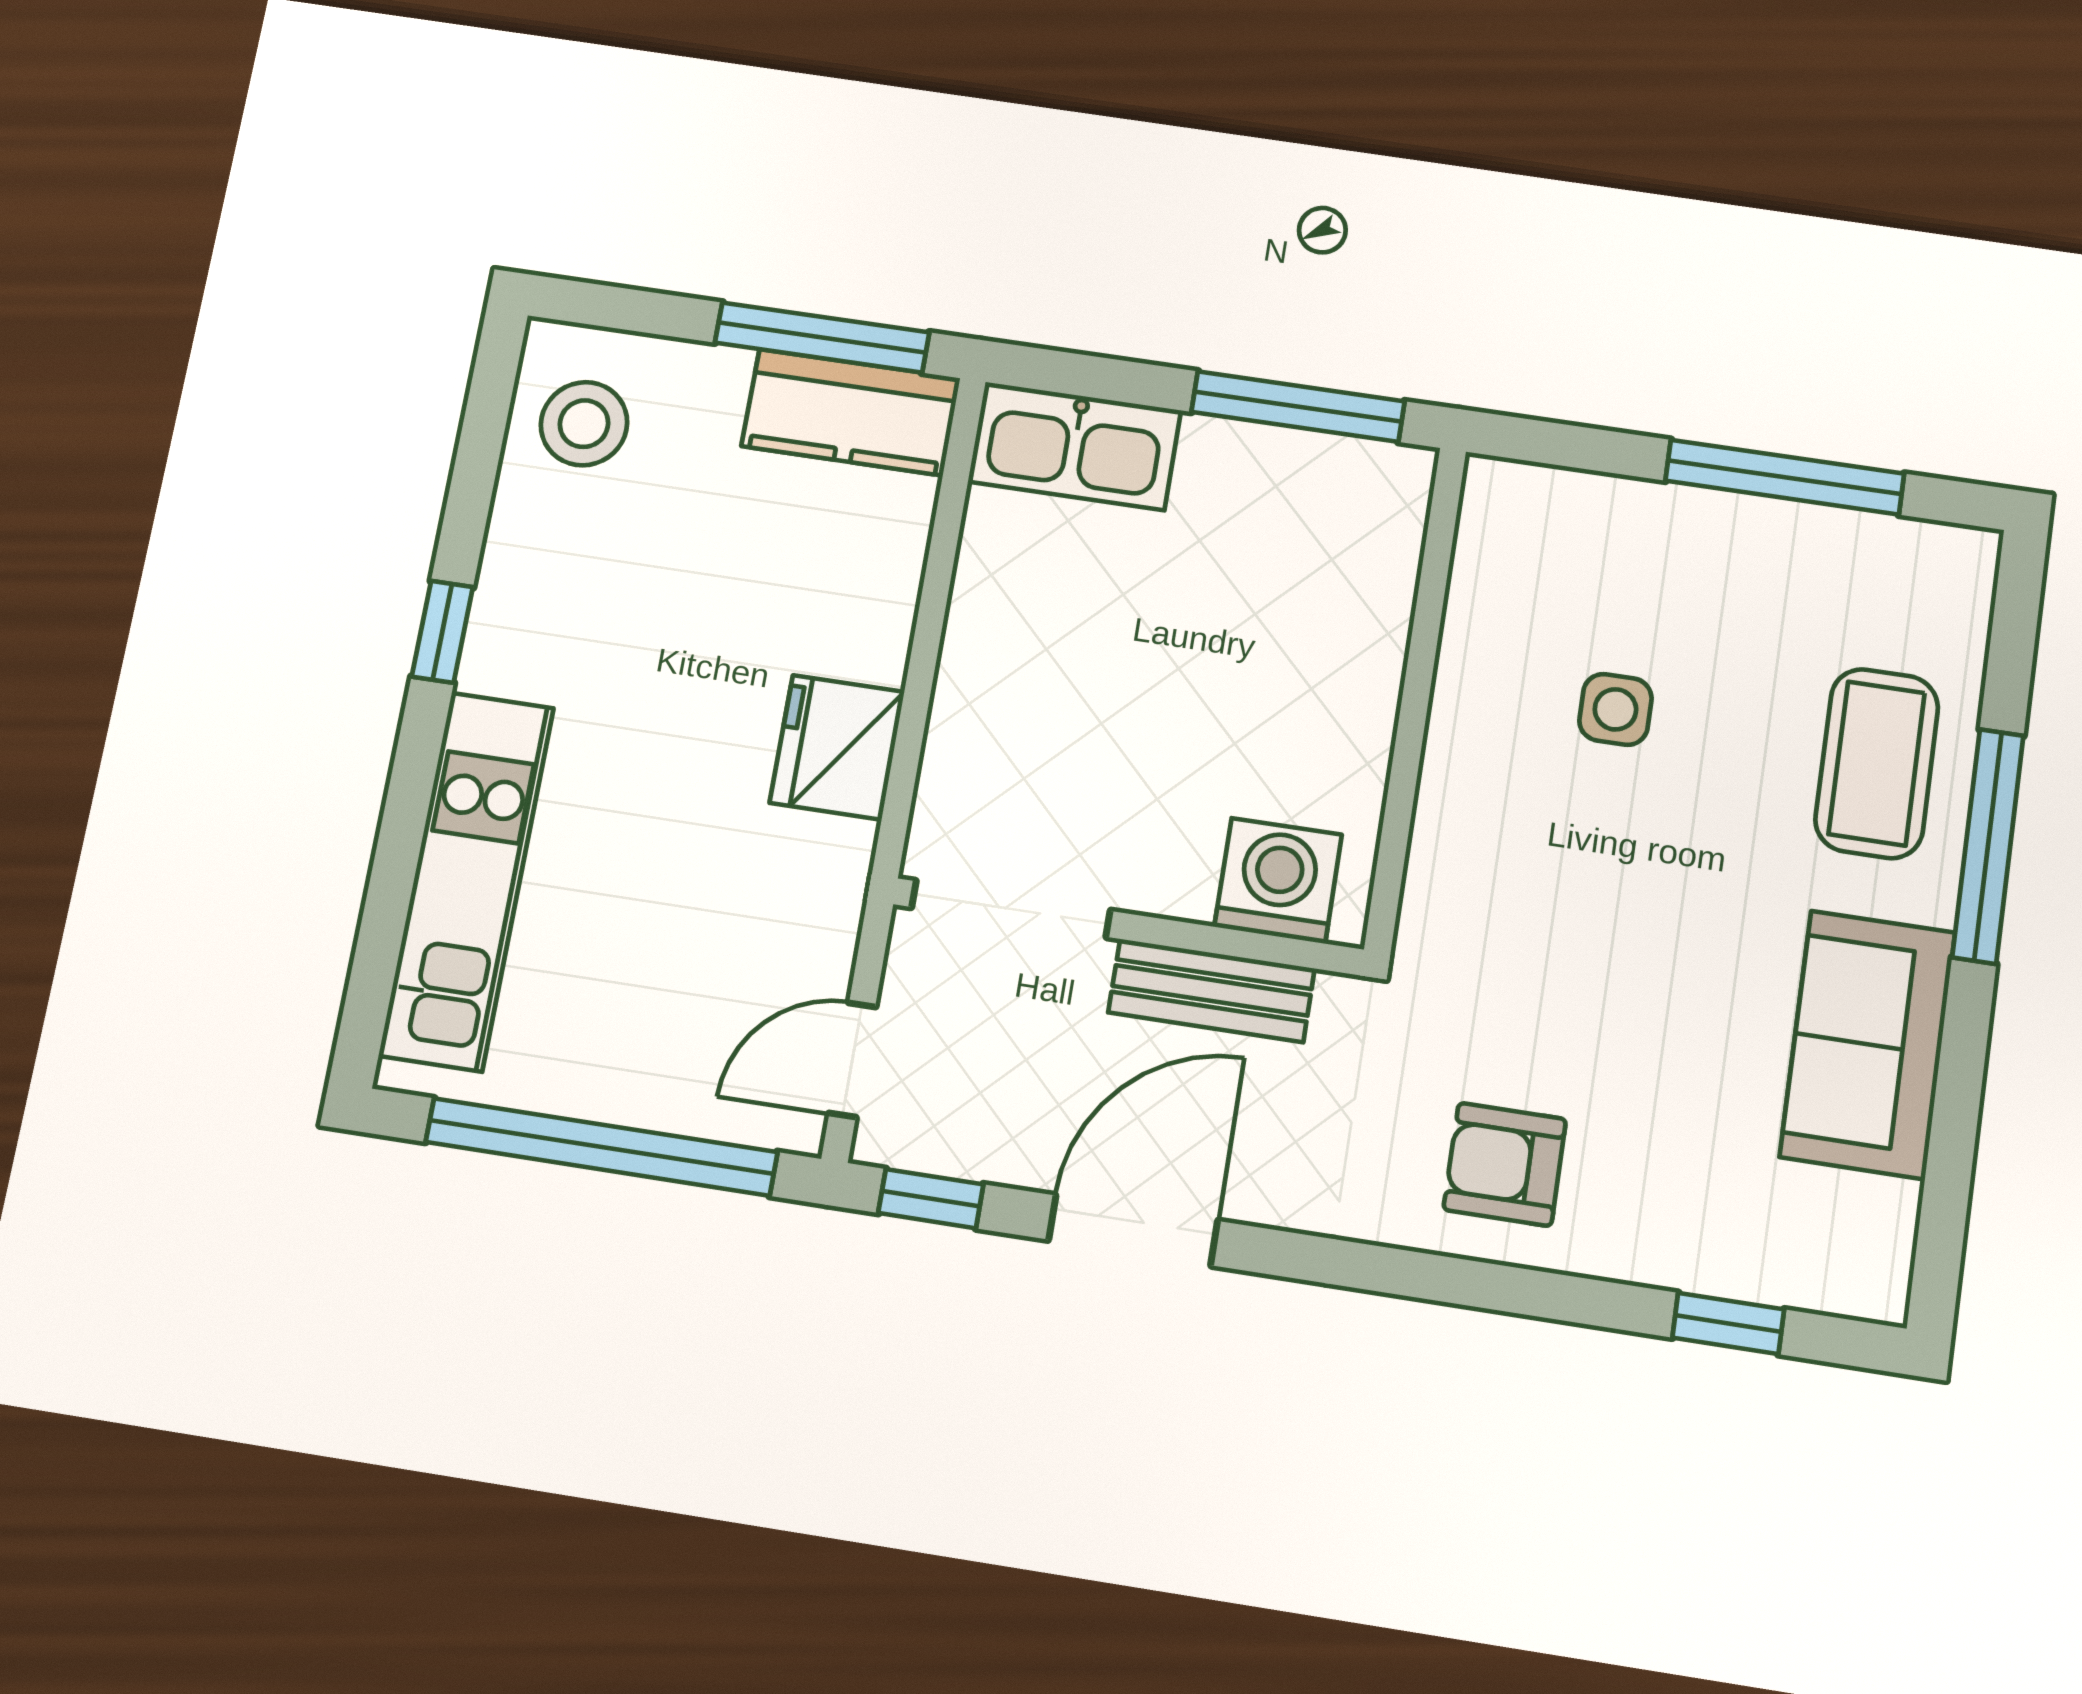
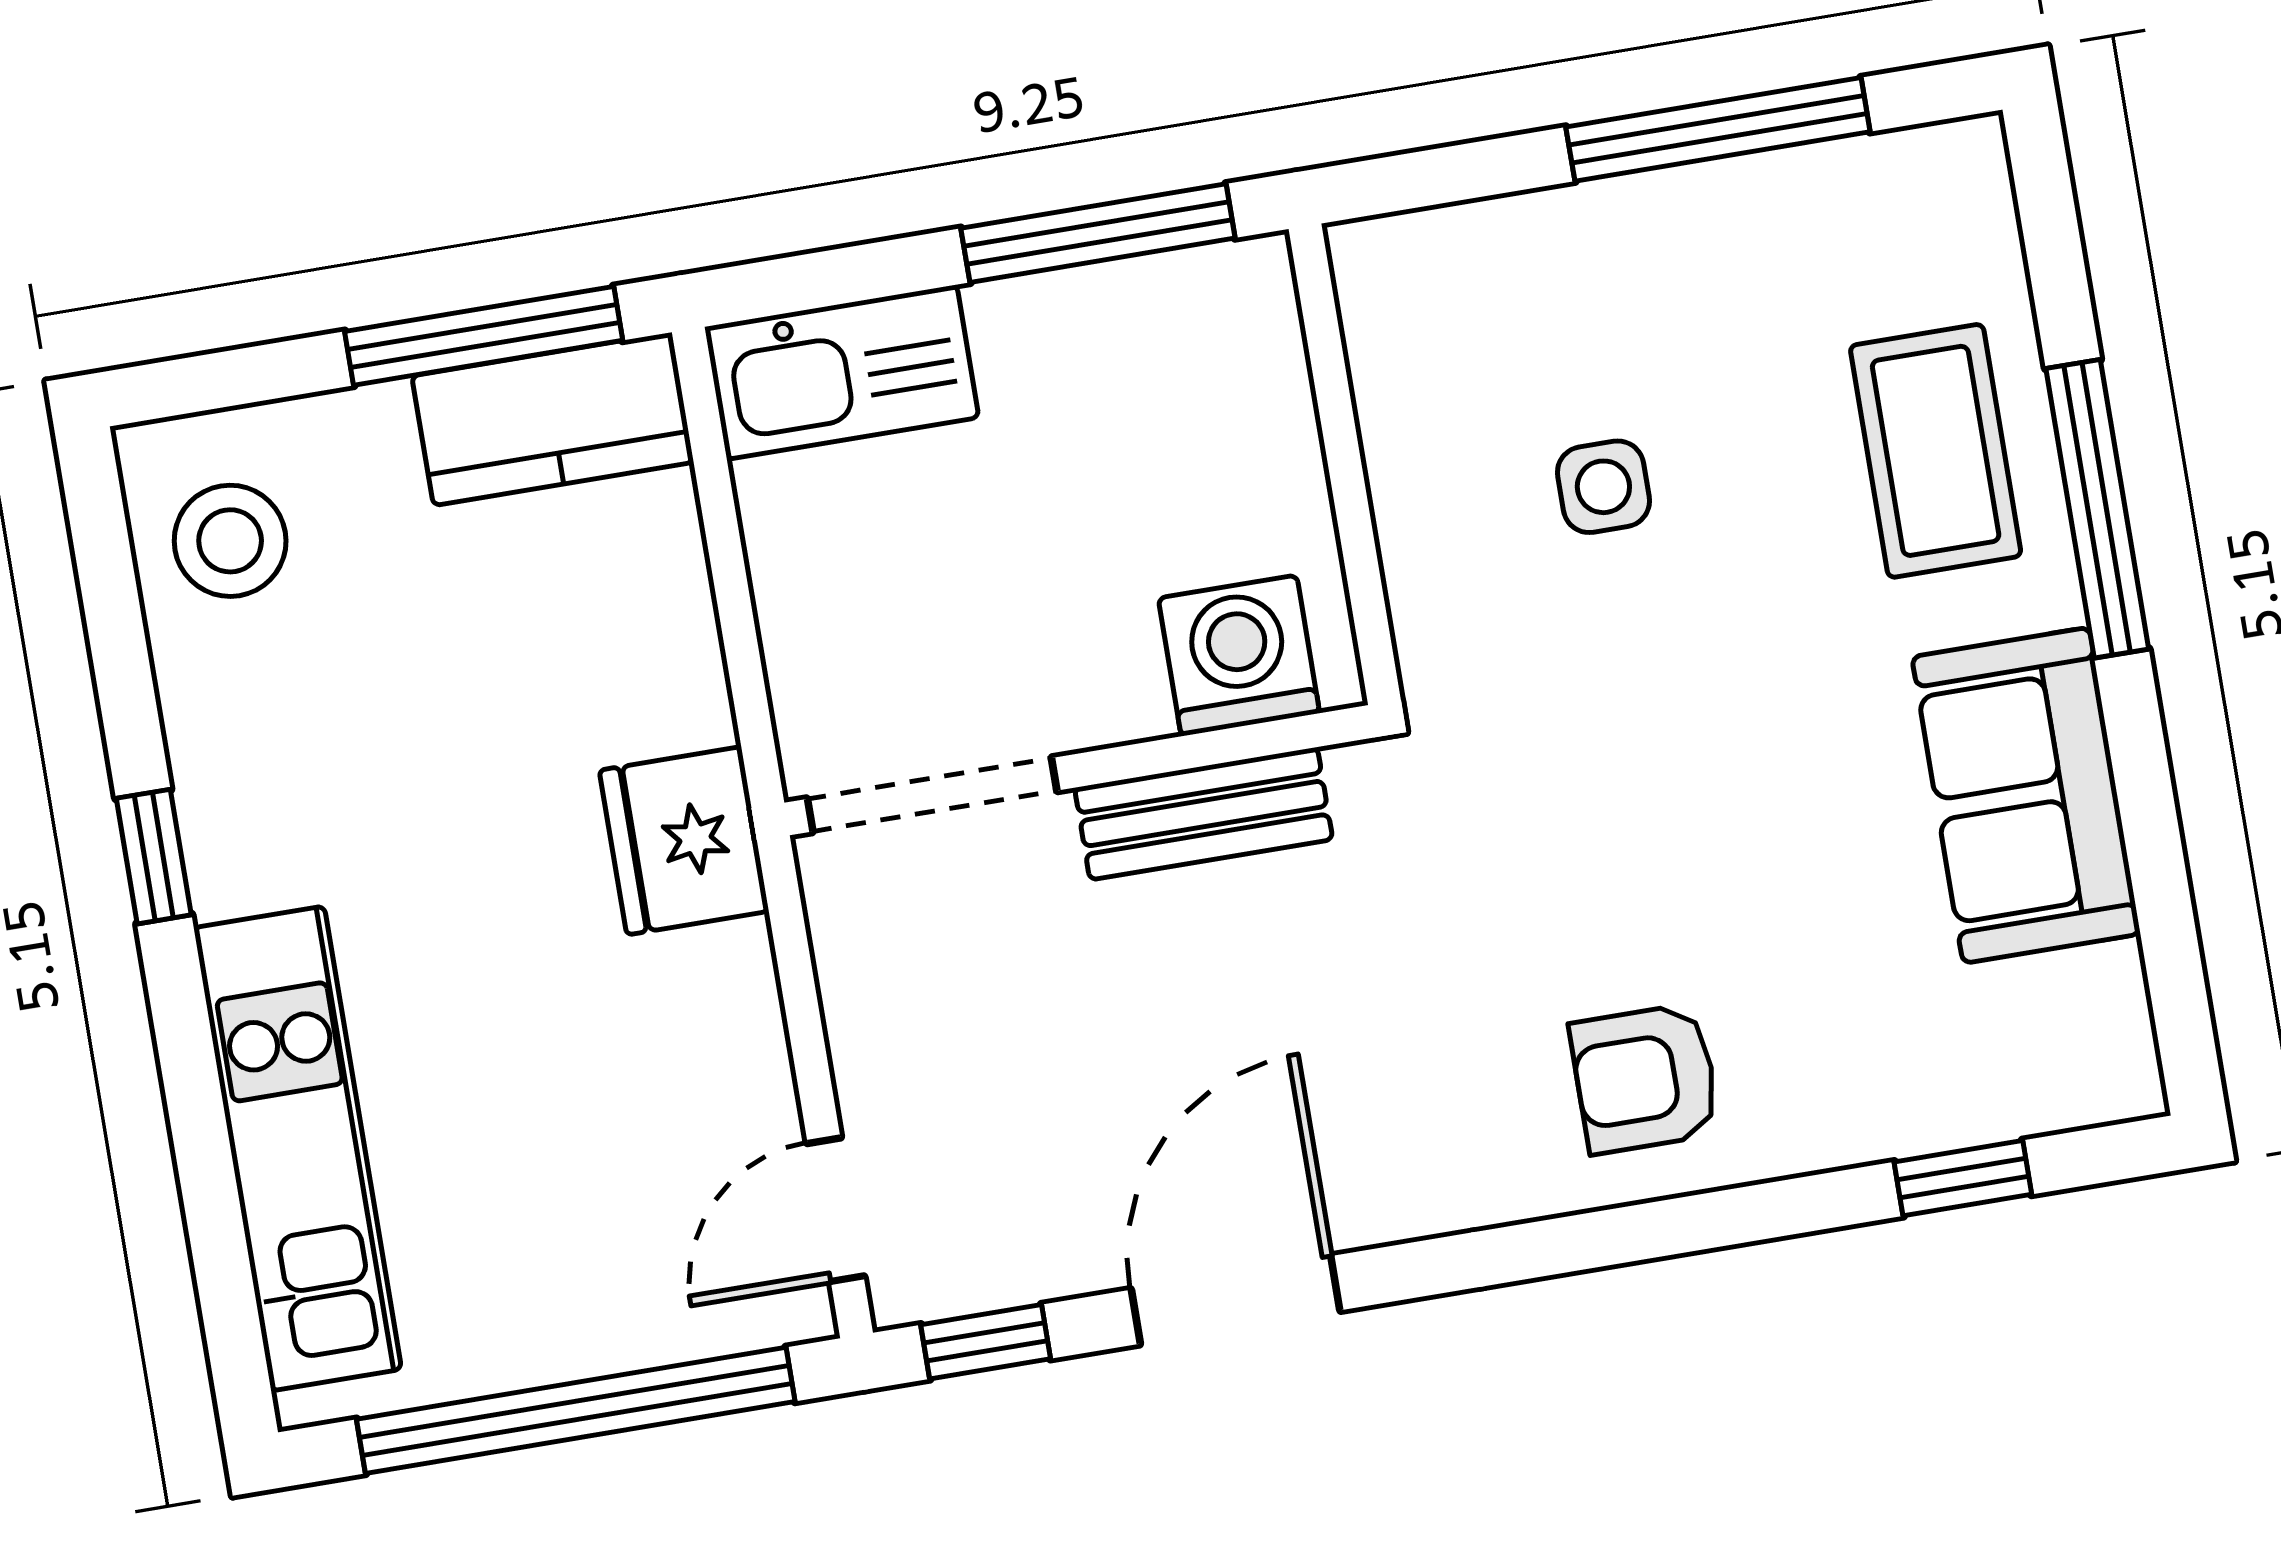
washing machine: (1278, 881) -> (1239, 656), moved
doorway: (1011, 909) -> (932, 795), moved
wall: (1128, 927) -> (1079, 770), moved
bench: (1211, 990) -> (1204, 814), moved

